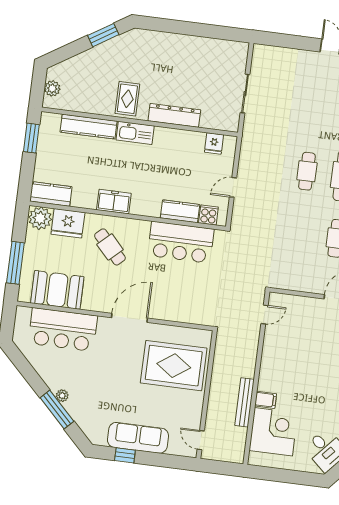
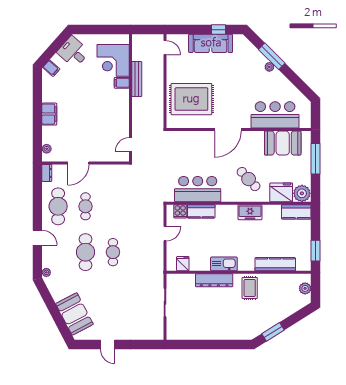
kitchen sink: (135, 133) -> (224, 264), moved

